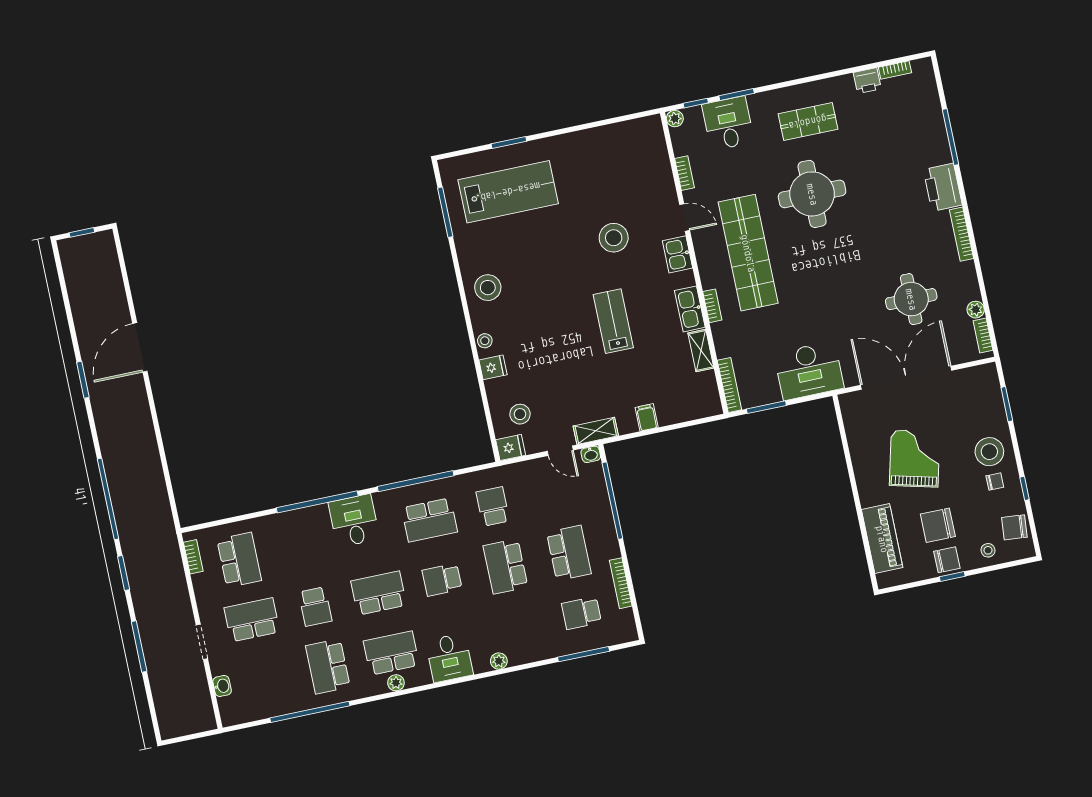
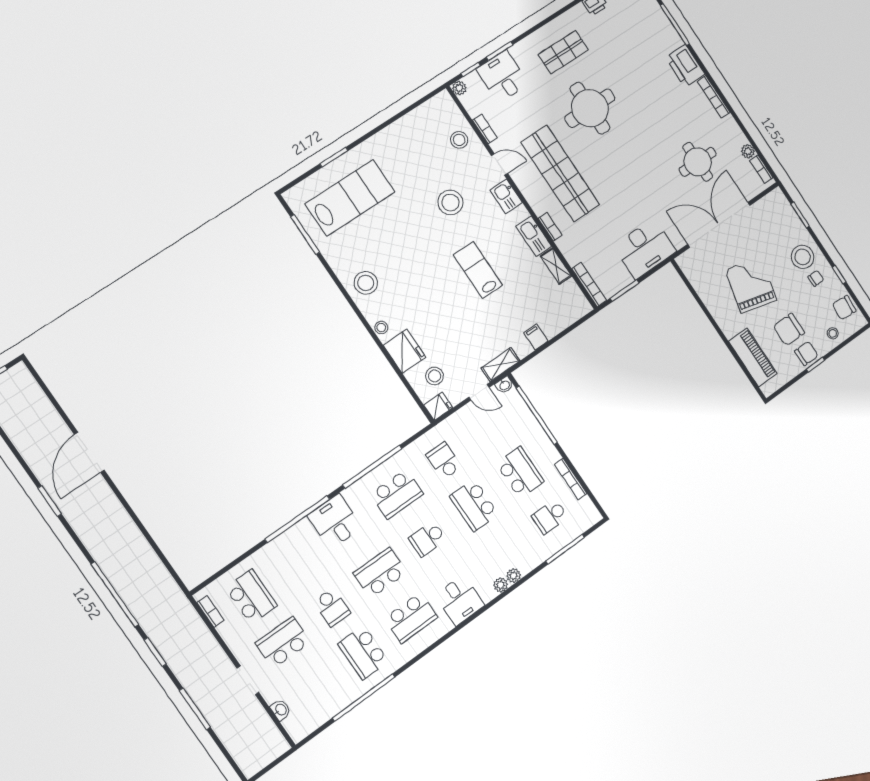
stool: (651, 174) -> (459, 140), added
fridge: (493, 367) -> (405, 351), width x1.88, depth x1.34
school desk: (391, 653) -> (411, 618), turned 180
plant: (396, 683) -> (514, 576), moved

